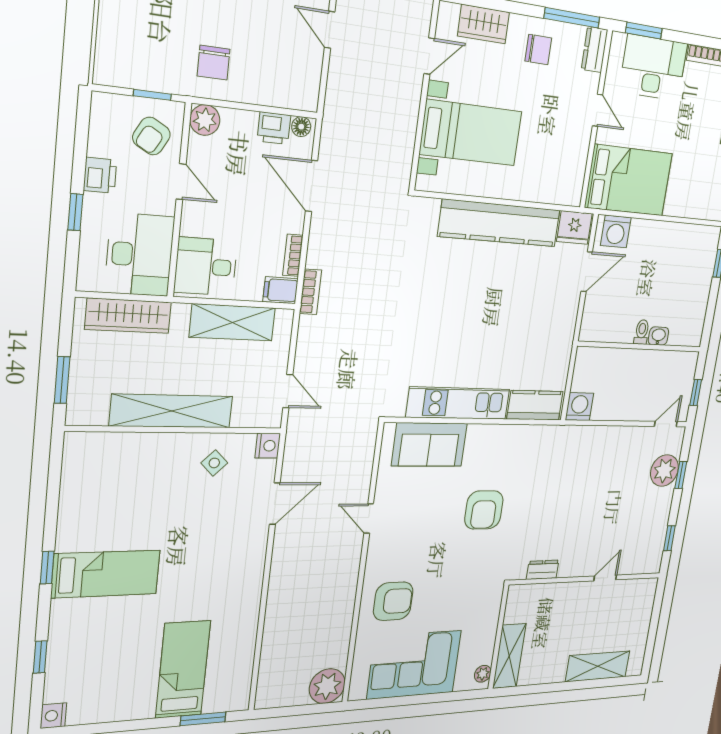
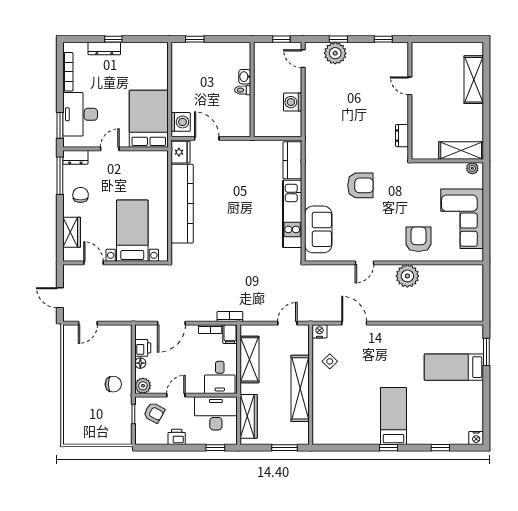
floor lamp: (301, 127) -> (140, 363), moved
window: (75, 212) -> (215, 448), moved
washing machine: (579, 407) -> (293, 102), moved
plant: (327, 686) -> (407, 276), moved

